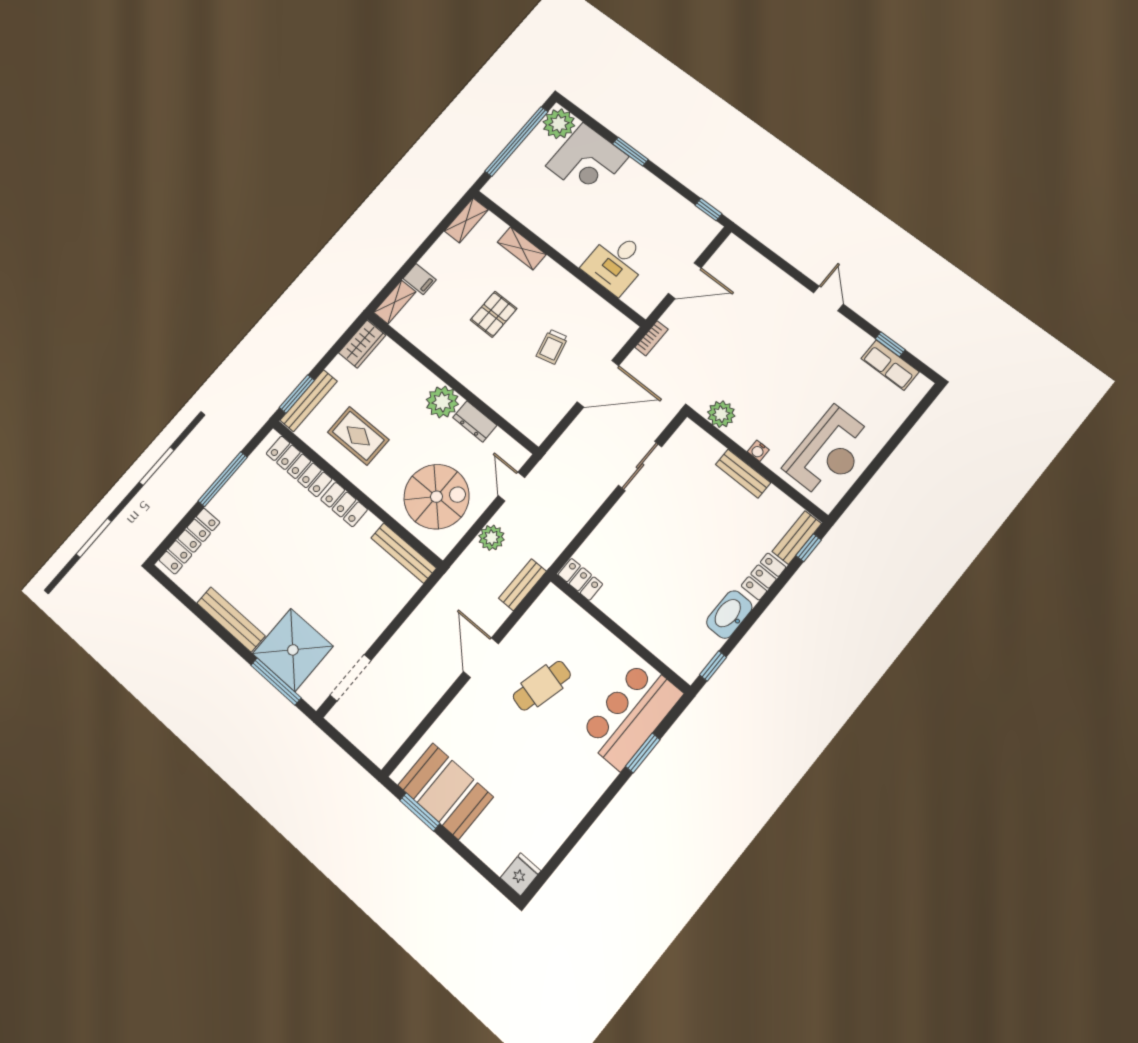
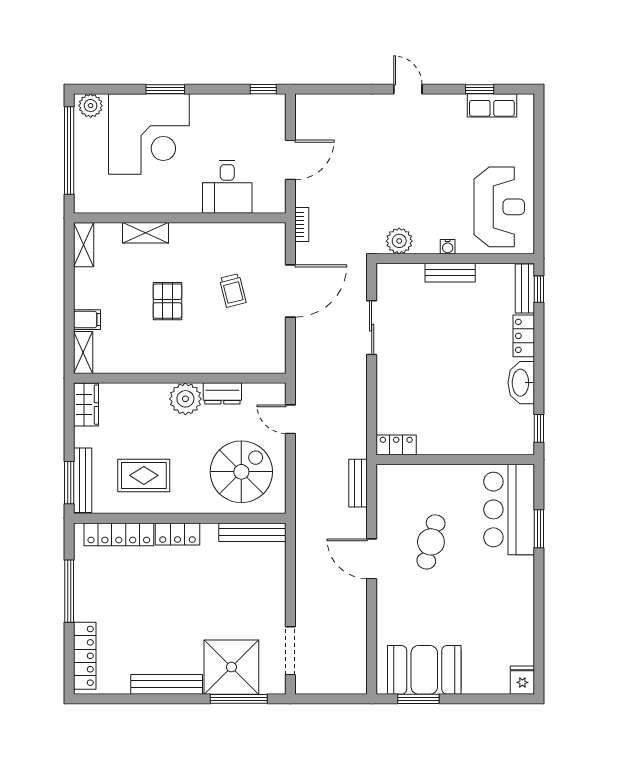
plant: (559, 124) -> (91, 106), width x0.73, depth x0.73
corner desk: (587, 161) -> (149, 134), width x1.36, depth x1.36
plant: (492, 538) -> (307, 468), removed

